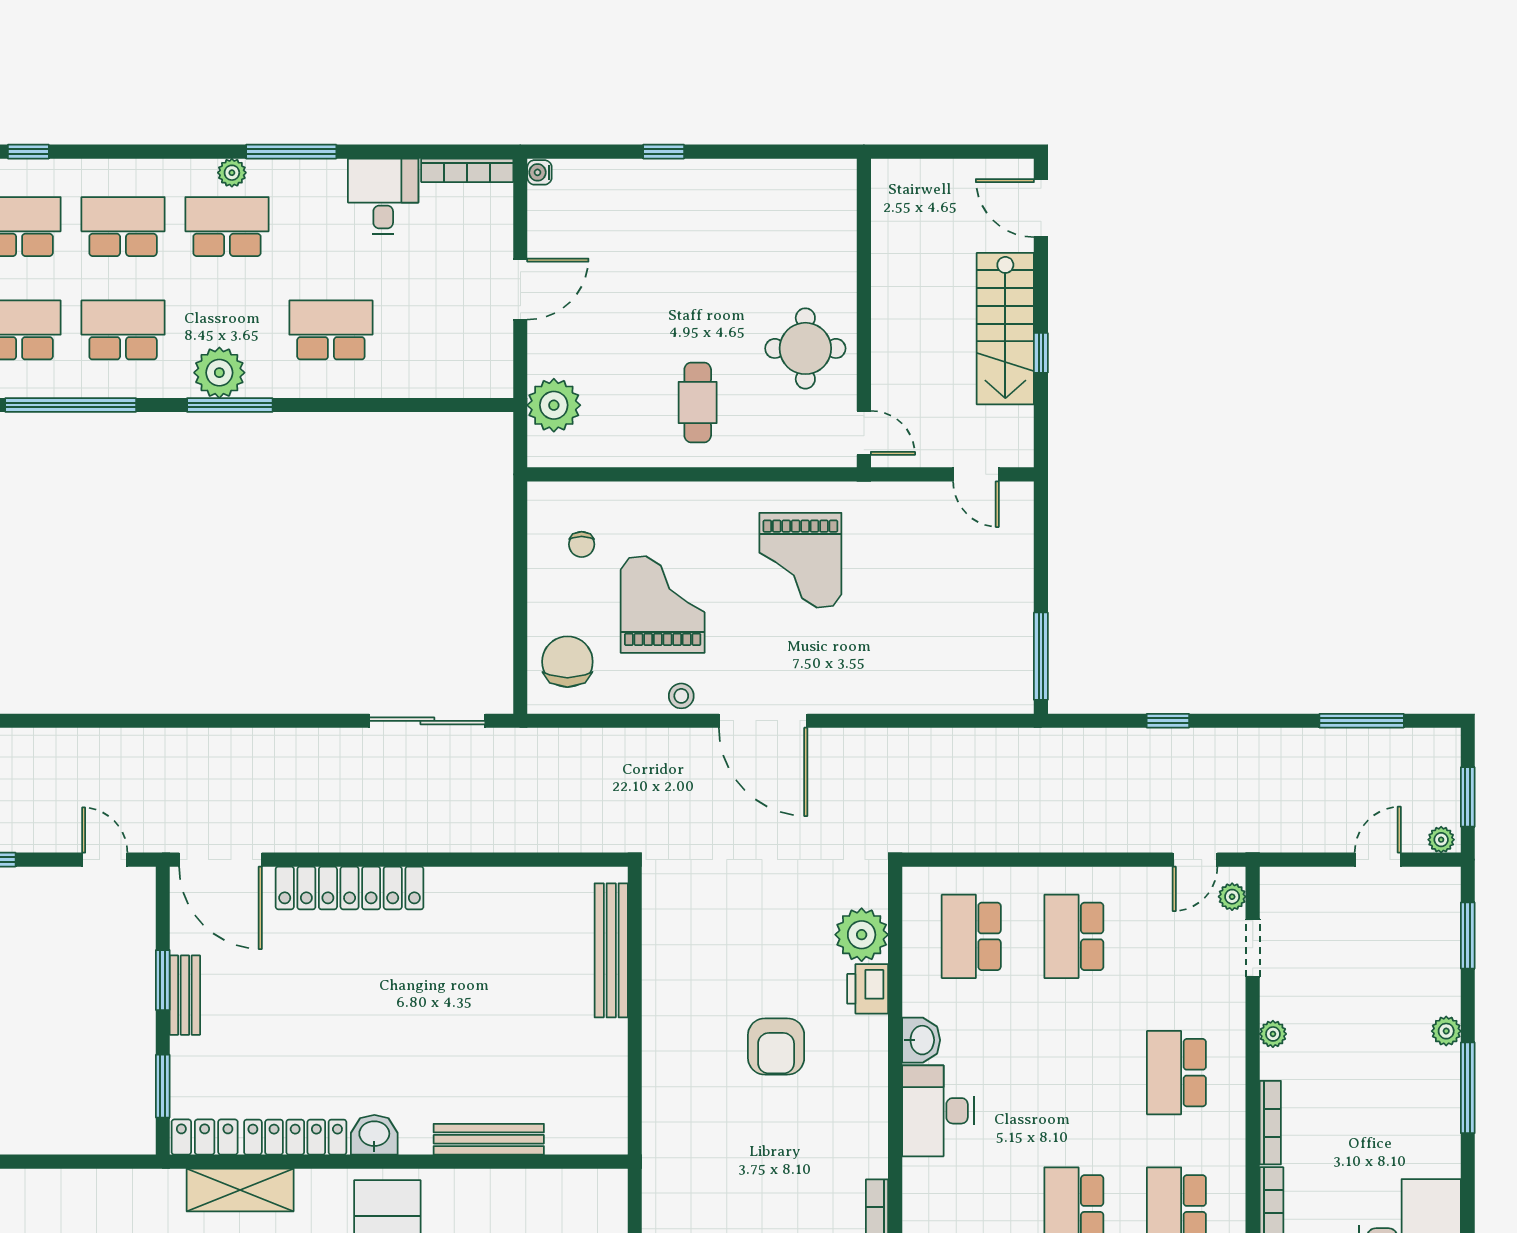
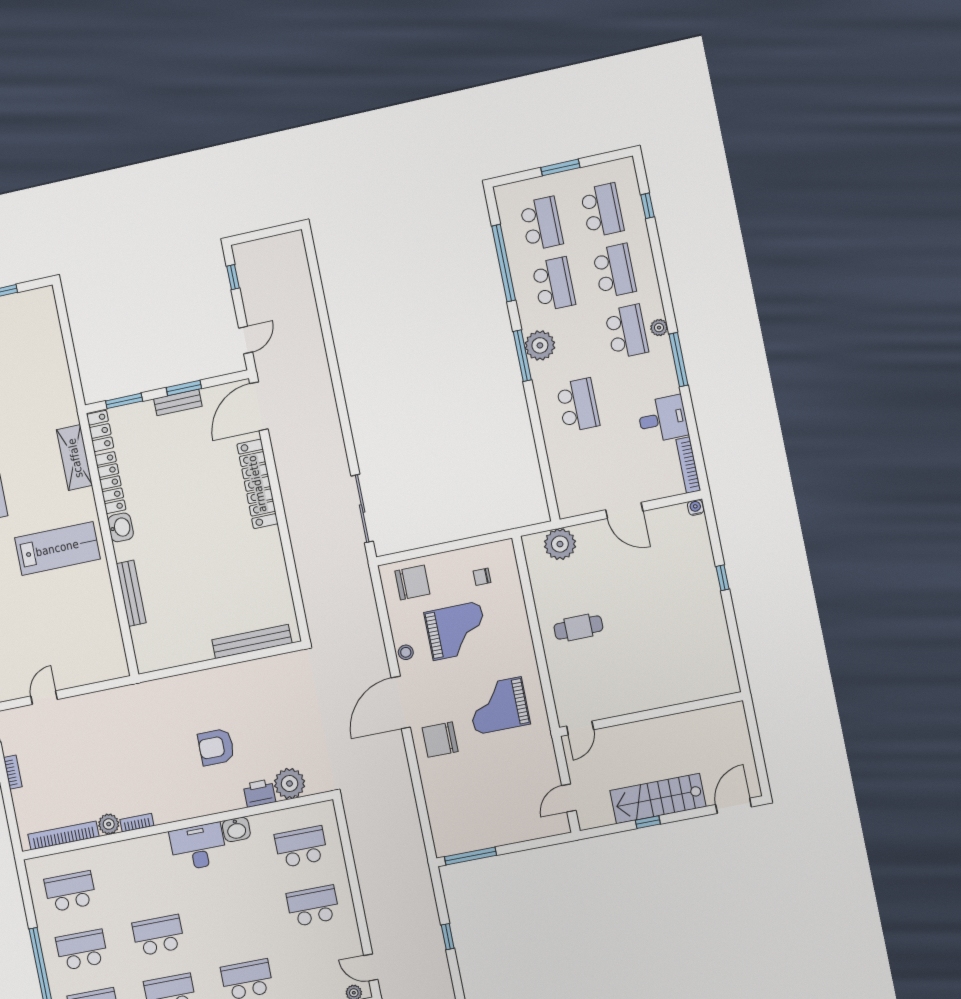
round table: (805, 348) -> (623, 684), removed
chair: (838, 668) -> (440, 740), added

